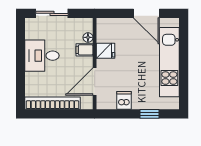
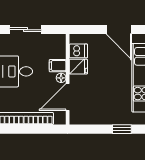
floor lamp: (88, 37) -> (61, 78), moved
dishwasher: (124, 100) -> (78, 51), moved, turned 90

